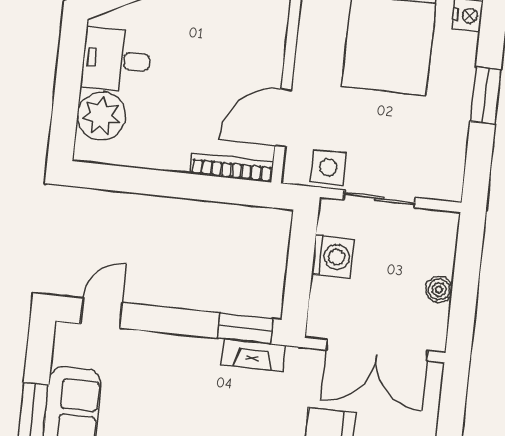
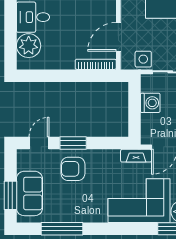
window: (245, 329) -> (73, 143), moved
fireplace: (253, 355) -> (136, 156), moved
armchair: (164, 372) -> (73, 169), added

